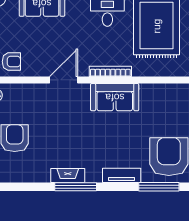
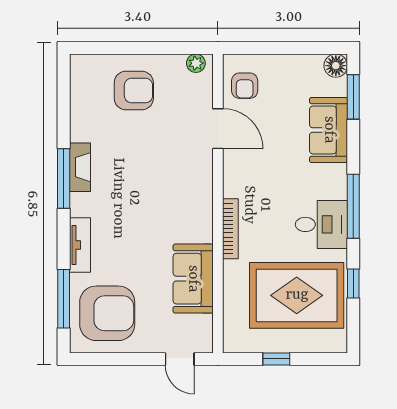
door: (64, 80) -> (218, 129), moved
sofa: (115, 97) -> (193, 279), moved

